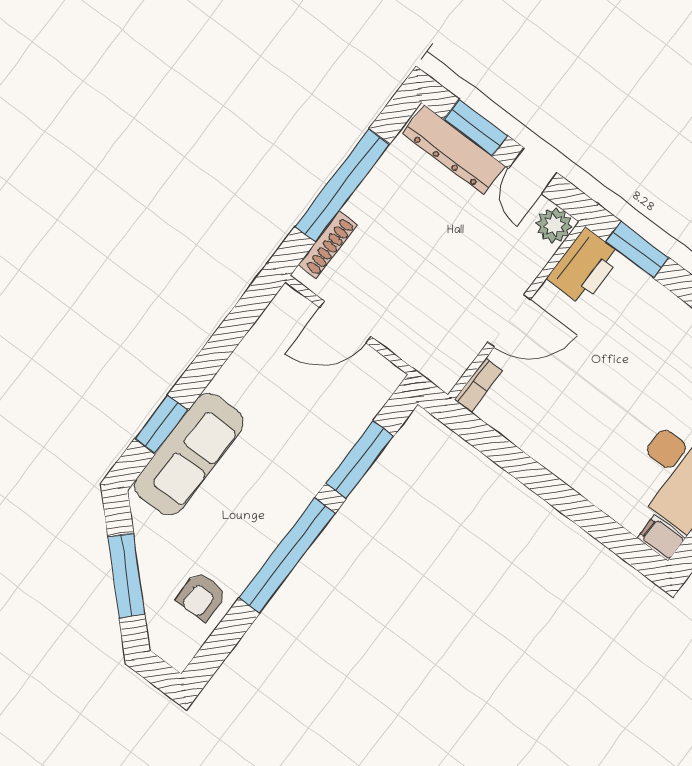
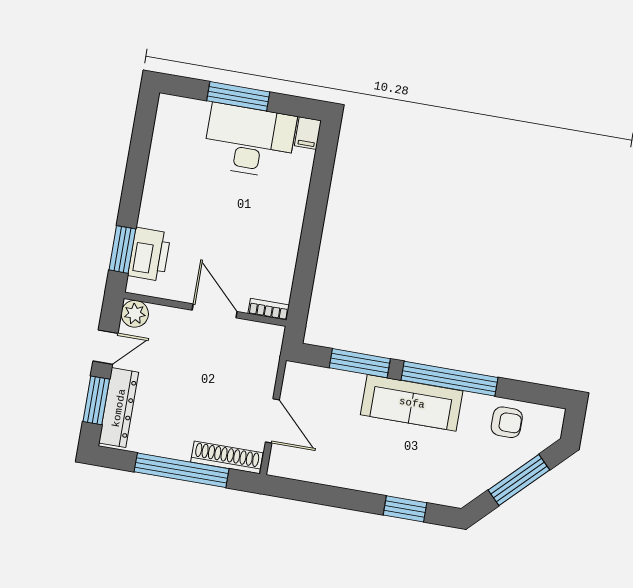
shoe rack: (328, 245) -> (227, 457), width x1.36, depth x1.24
printer: (584, 267) -> (149, 254), moved, turned 90
sofa: (189, 454) -> (412, 403), moved, turned 180

